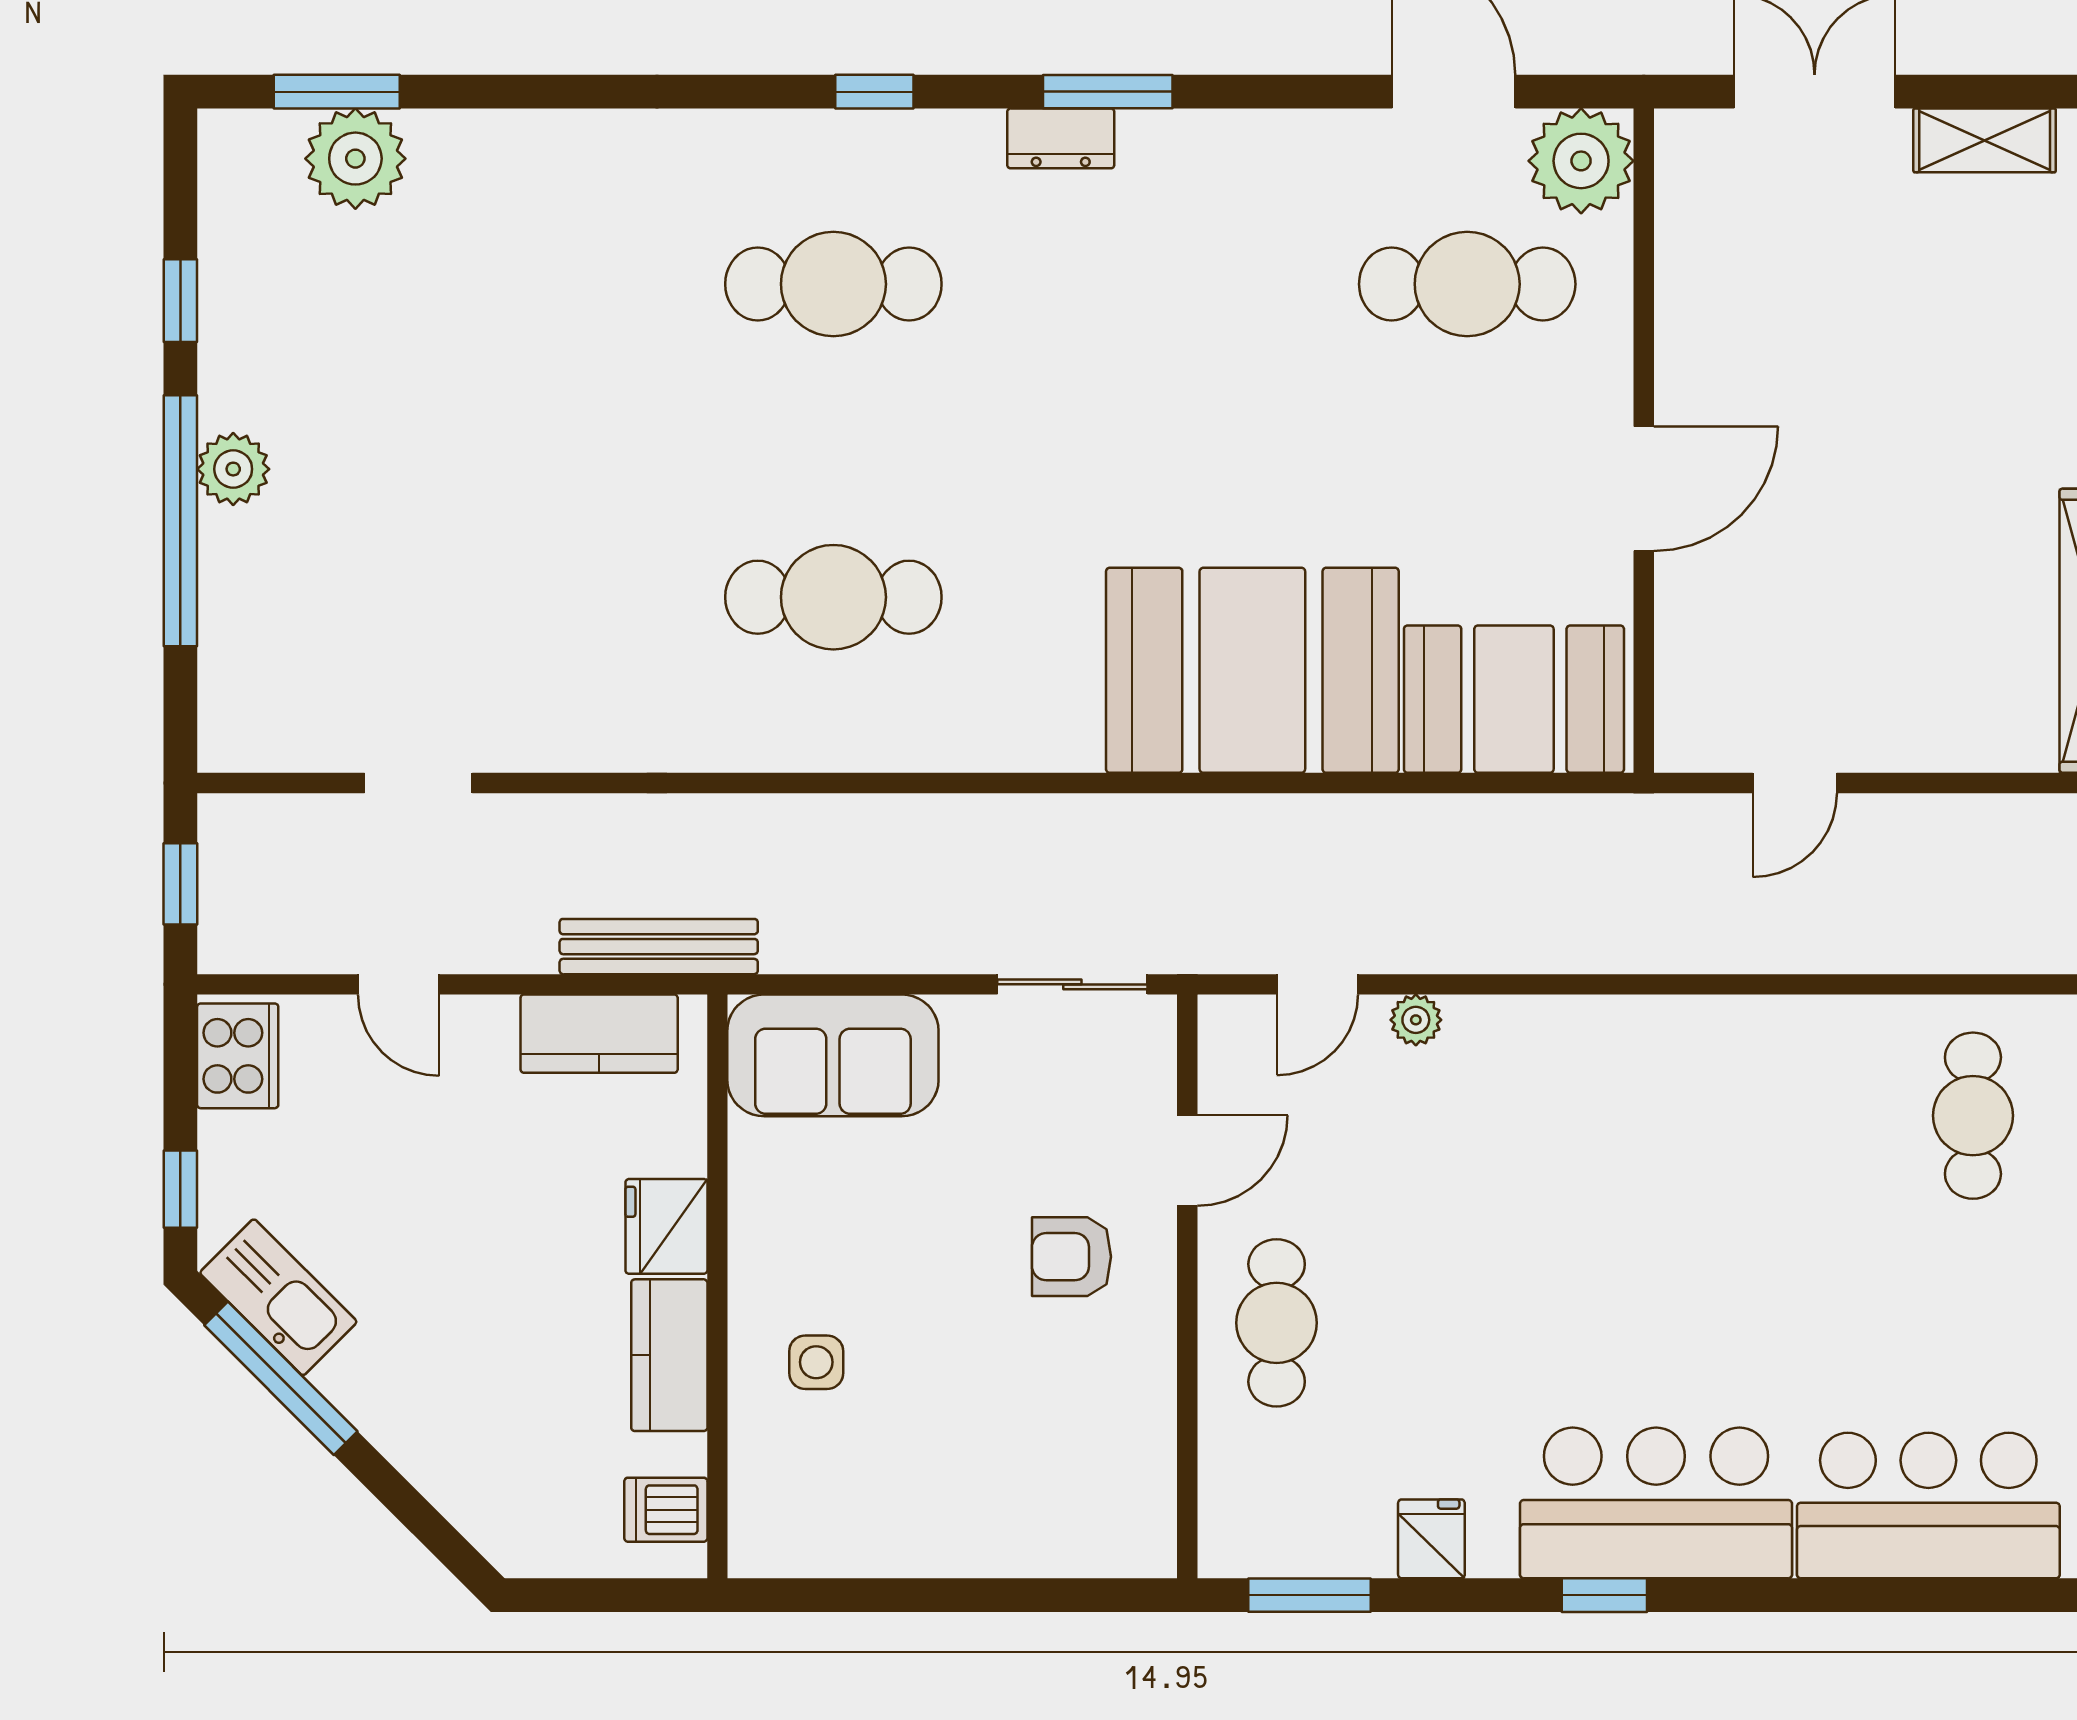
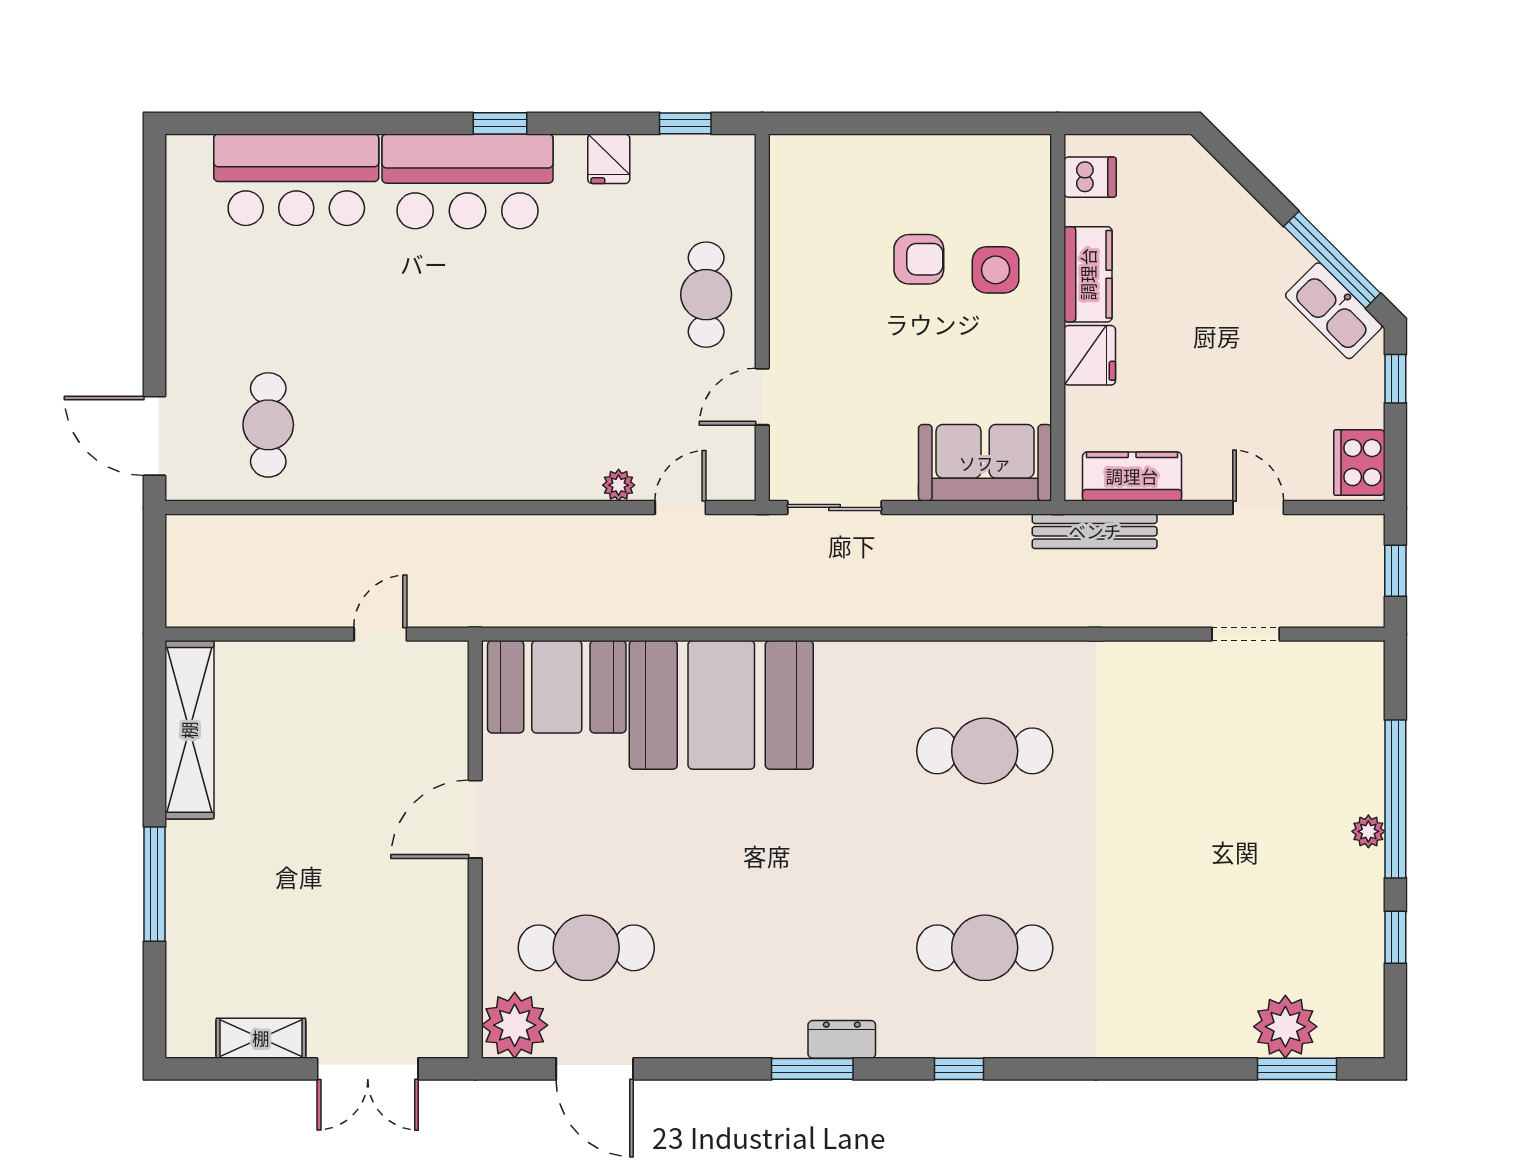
plant: (233, 469) -> (1368, 831), width x0.73, depth x0.73
armchair: (1072, 1257) -> (919, 259), moved
side table: (816, 1362) -> (996, 270), width x1.37, depth x1.37
window: (1310, 1595) -> (685, 123), width x0.67

